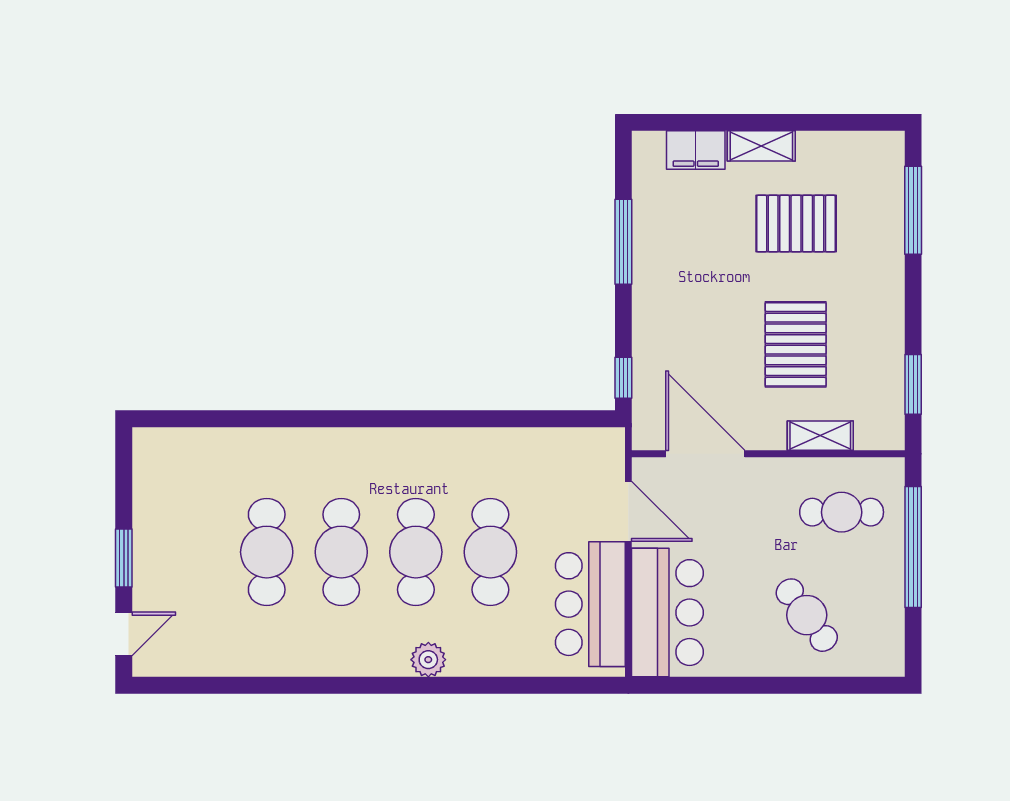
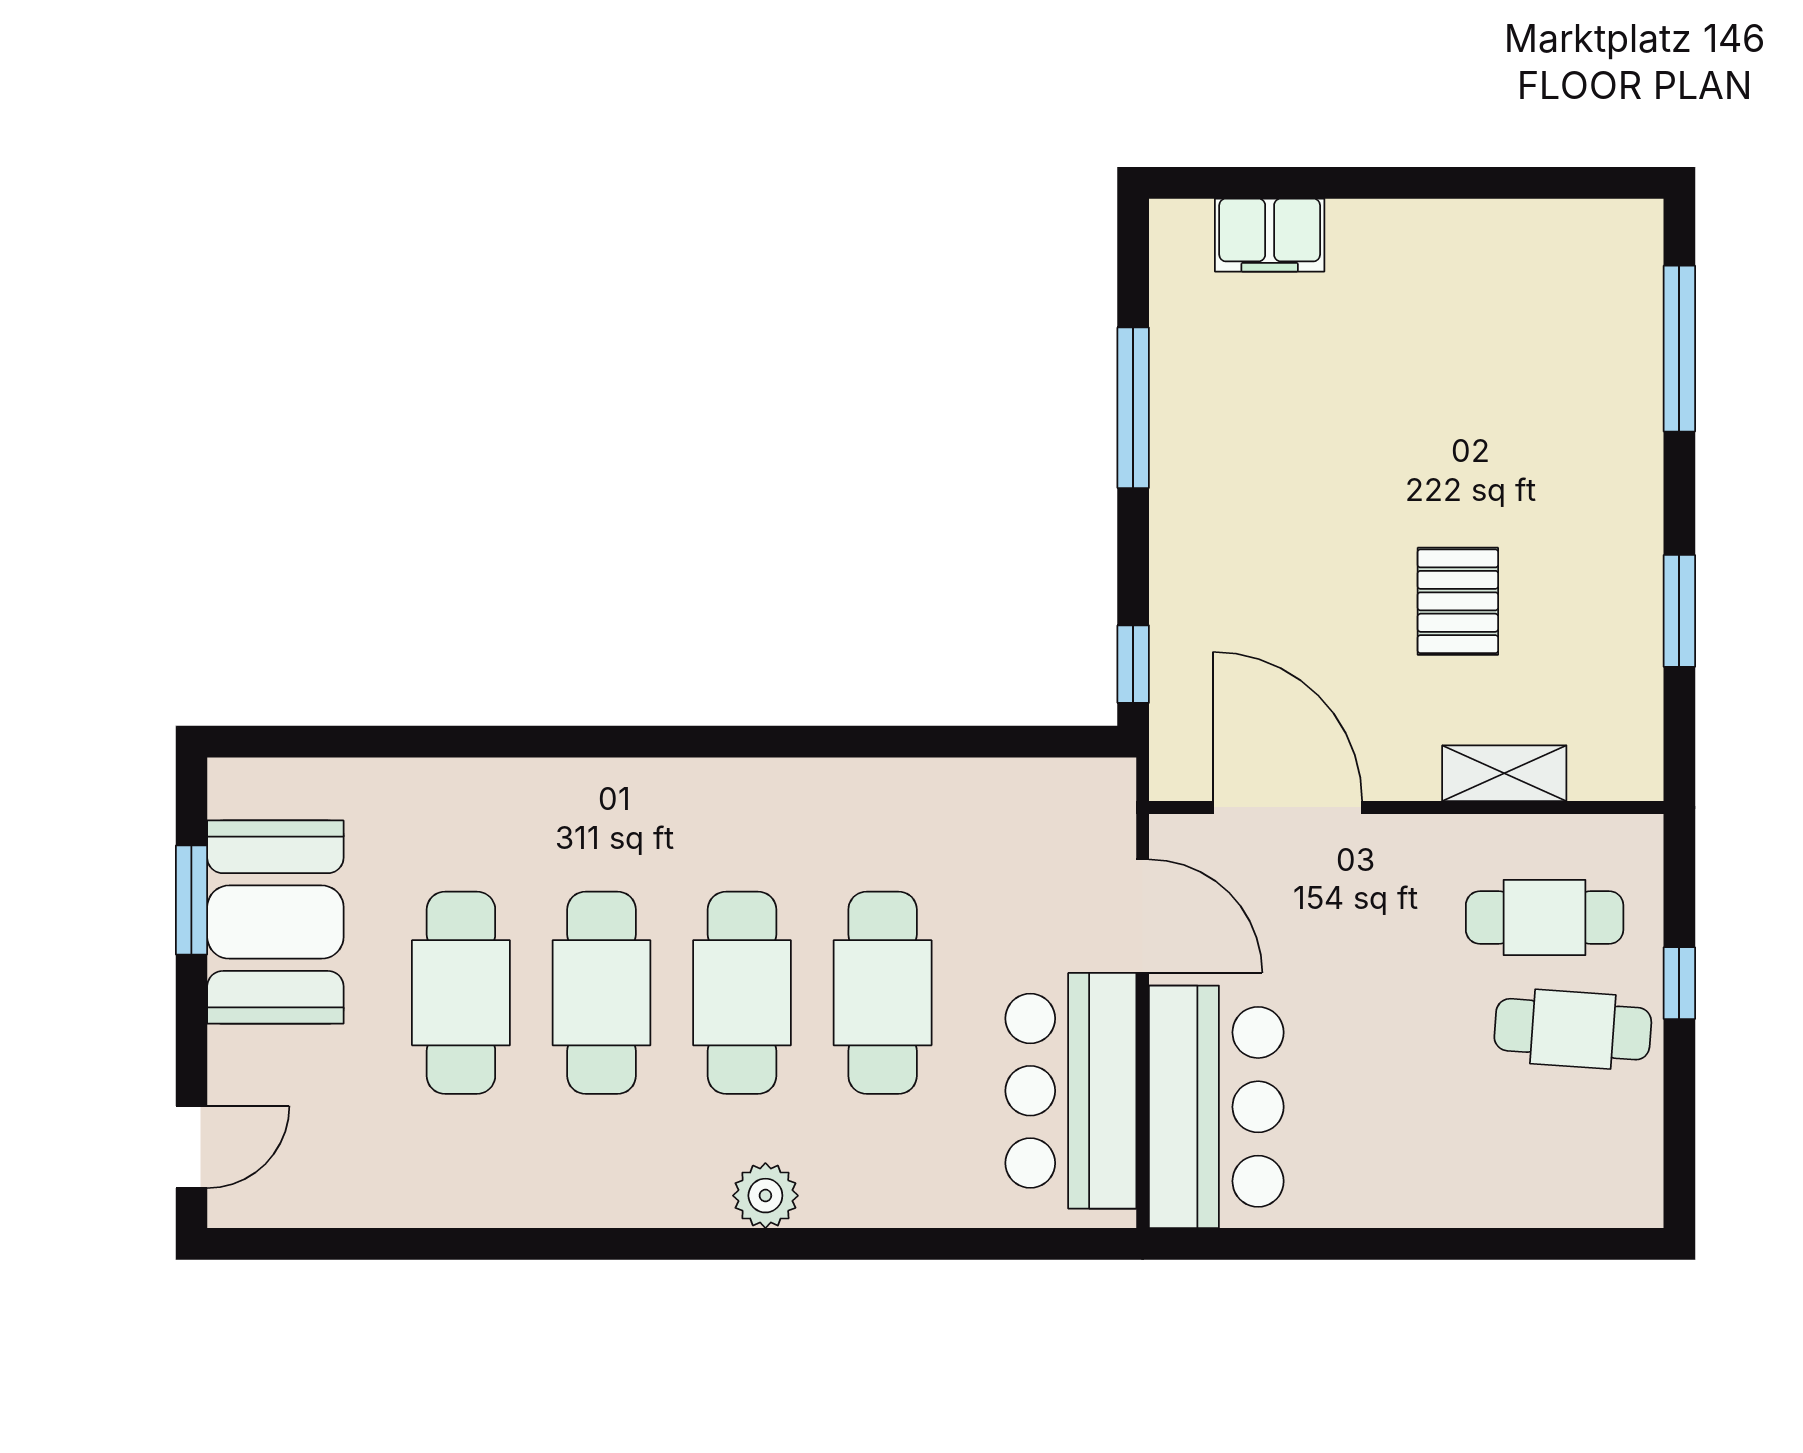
shelving: (761, 146) -> (1393, 227), removed
pallet: (796, 224) -> (1459, 374), removed
pallet: (796, 344) -> (1458, 601), width x0.67, depth x0.71
window: (913, 384) -> (1679, 611), moved
booth: (168, 515) -> (275, 922), added
window: (913, 547) -> (1679, 983), width x0.32
window: (124, 558) -> (191, 900), moved
cafe table: (807, 615) -> (1573, 1029), moved, turned -50

